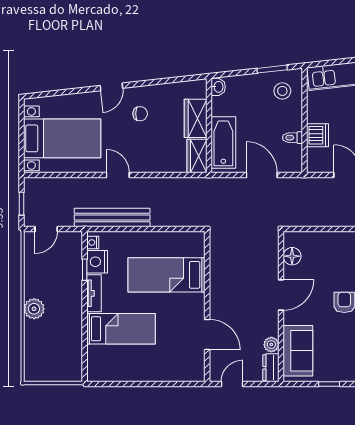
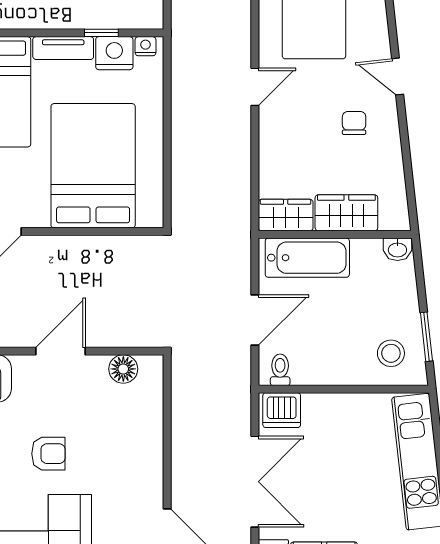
chair: (140, 114) -> (354, 123), turned 180
dishwasher: (317, 135) -> (282, 410), moved
toilet: (293, 138) -> (280, 370), moved
bench: (112, 217) -> (186, 78), removed
bed: (167, 275) -> (93, 166), width x1.50
door: (281, 295) -> (61, 351), swing flipped

